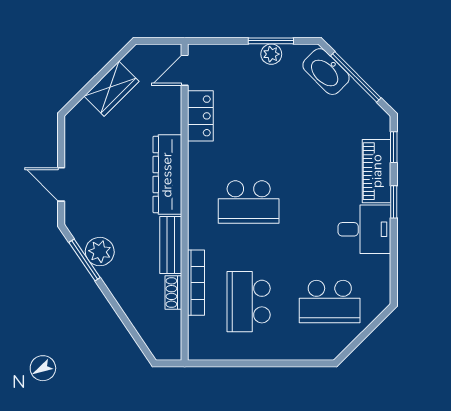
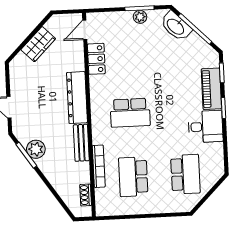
shoe rack: (173, 293) -> (86, 195), moved
school desk: (330, 302) -> (185, 174), turned -90

